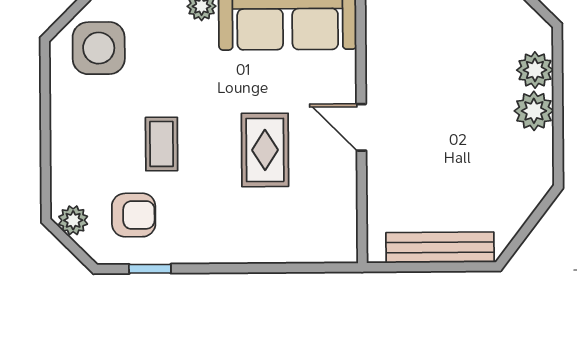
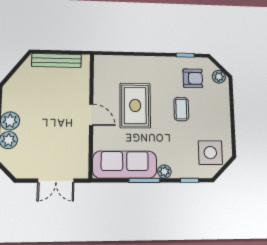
rug: (265, 150) -> (135, 105), width x1.36, depth x1.43
armchair: (134, 215) -> (193, 78), turned 180

